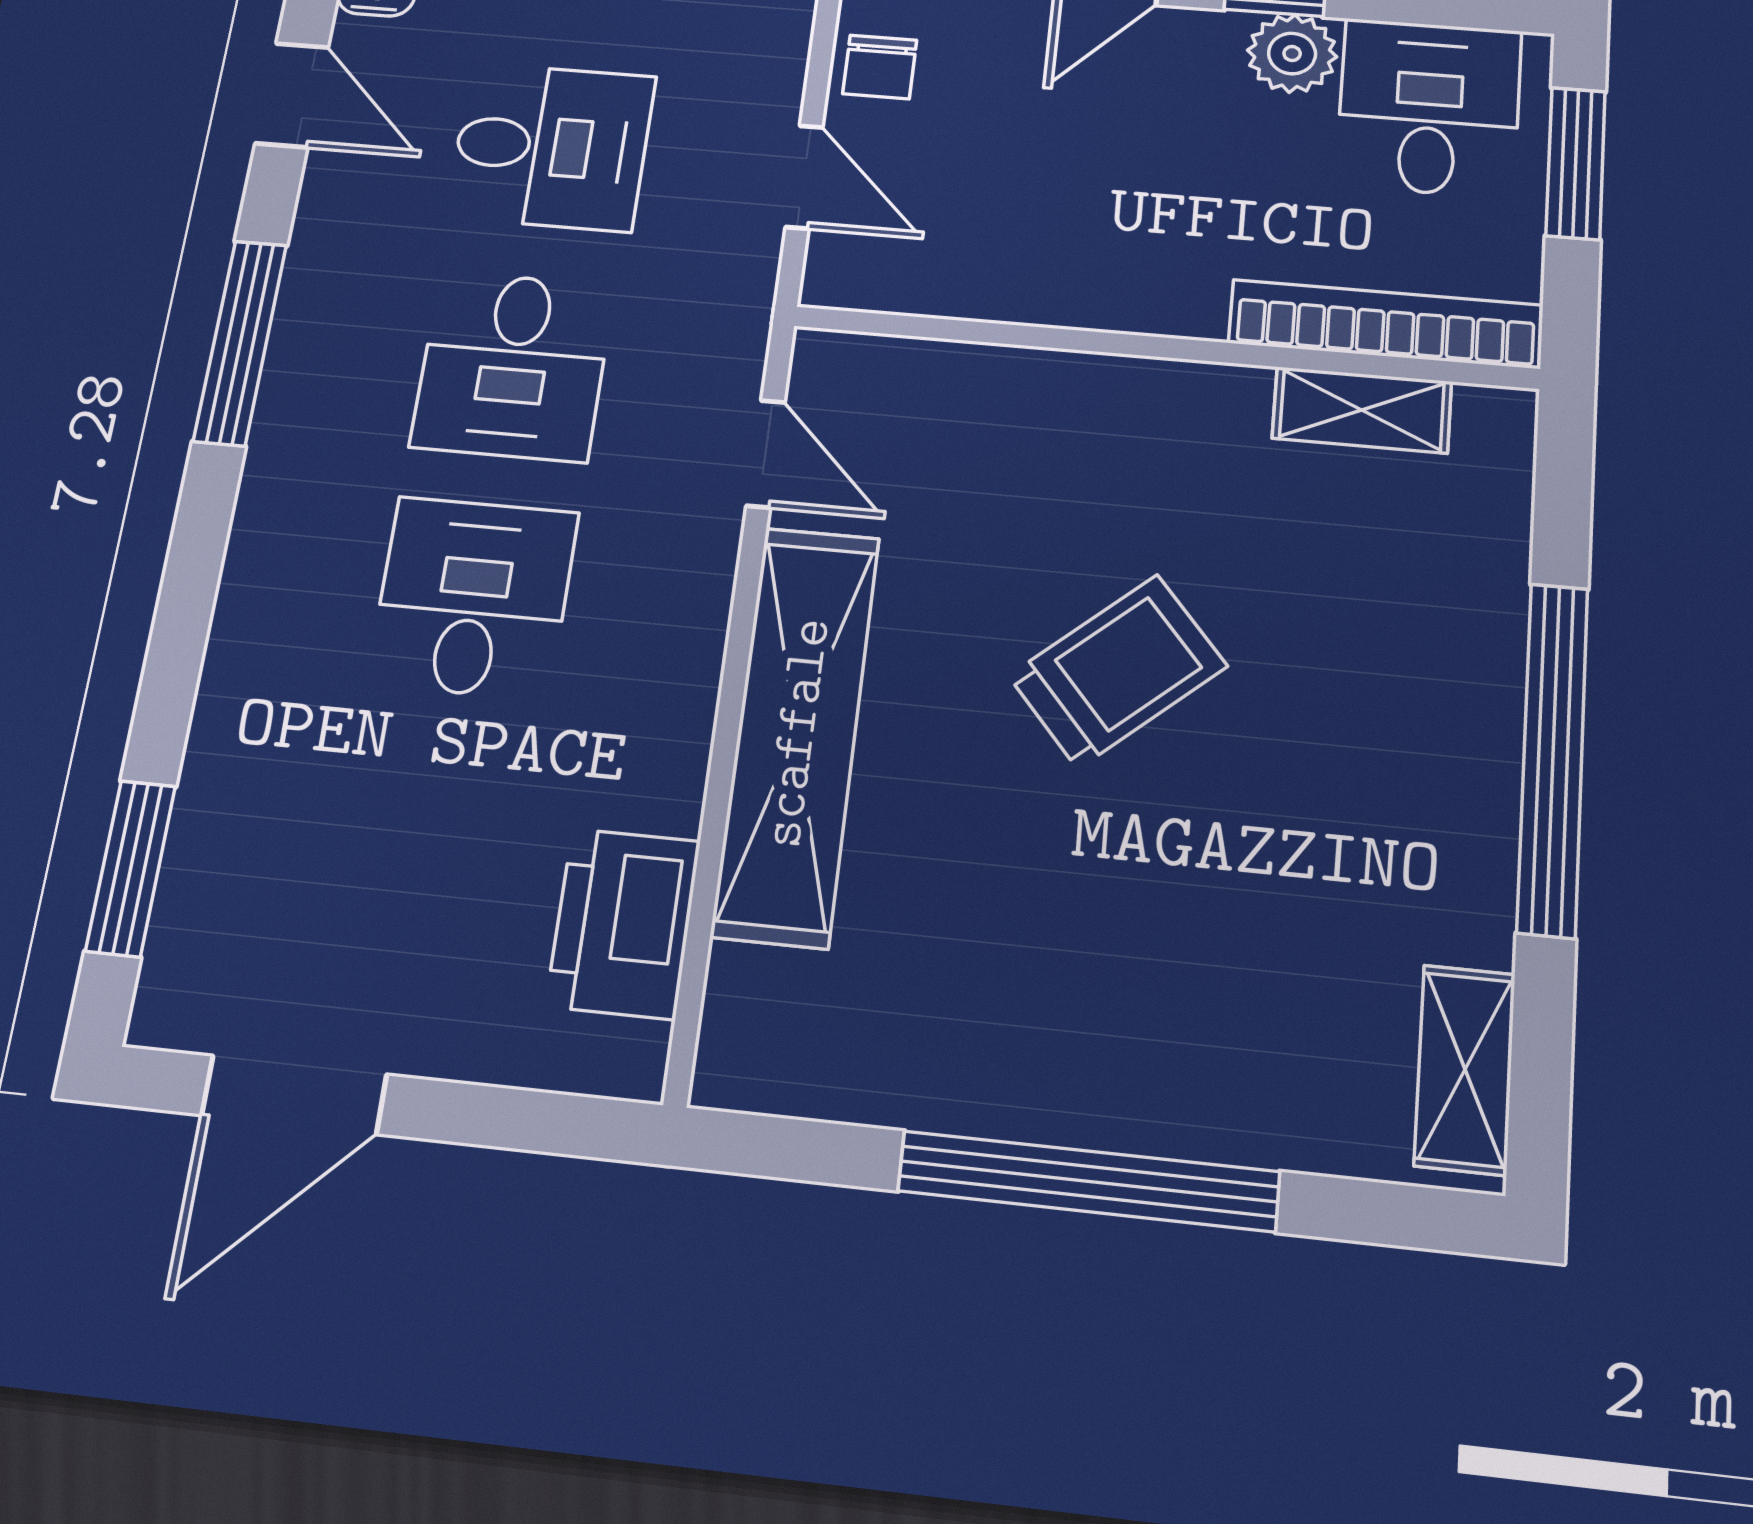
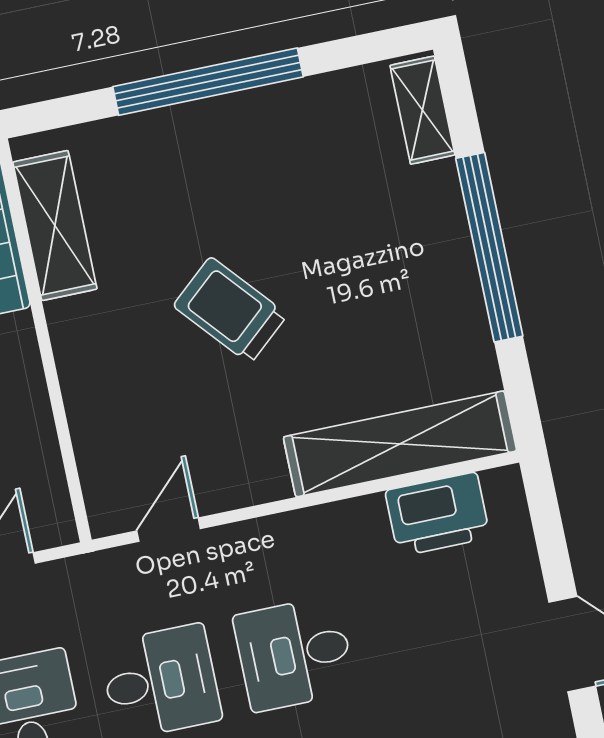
shelving: (1362, 410) -> (55, 226), width x1.50, depth x1.33
shelving: (796, 733) -> (400, 444), moved
shelving: (1465, 1069) -> (422, 110), moved, turned 90

